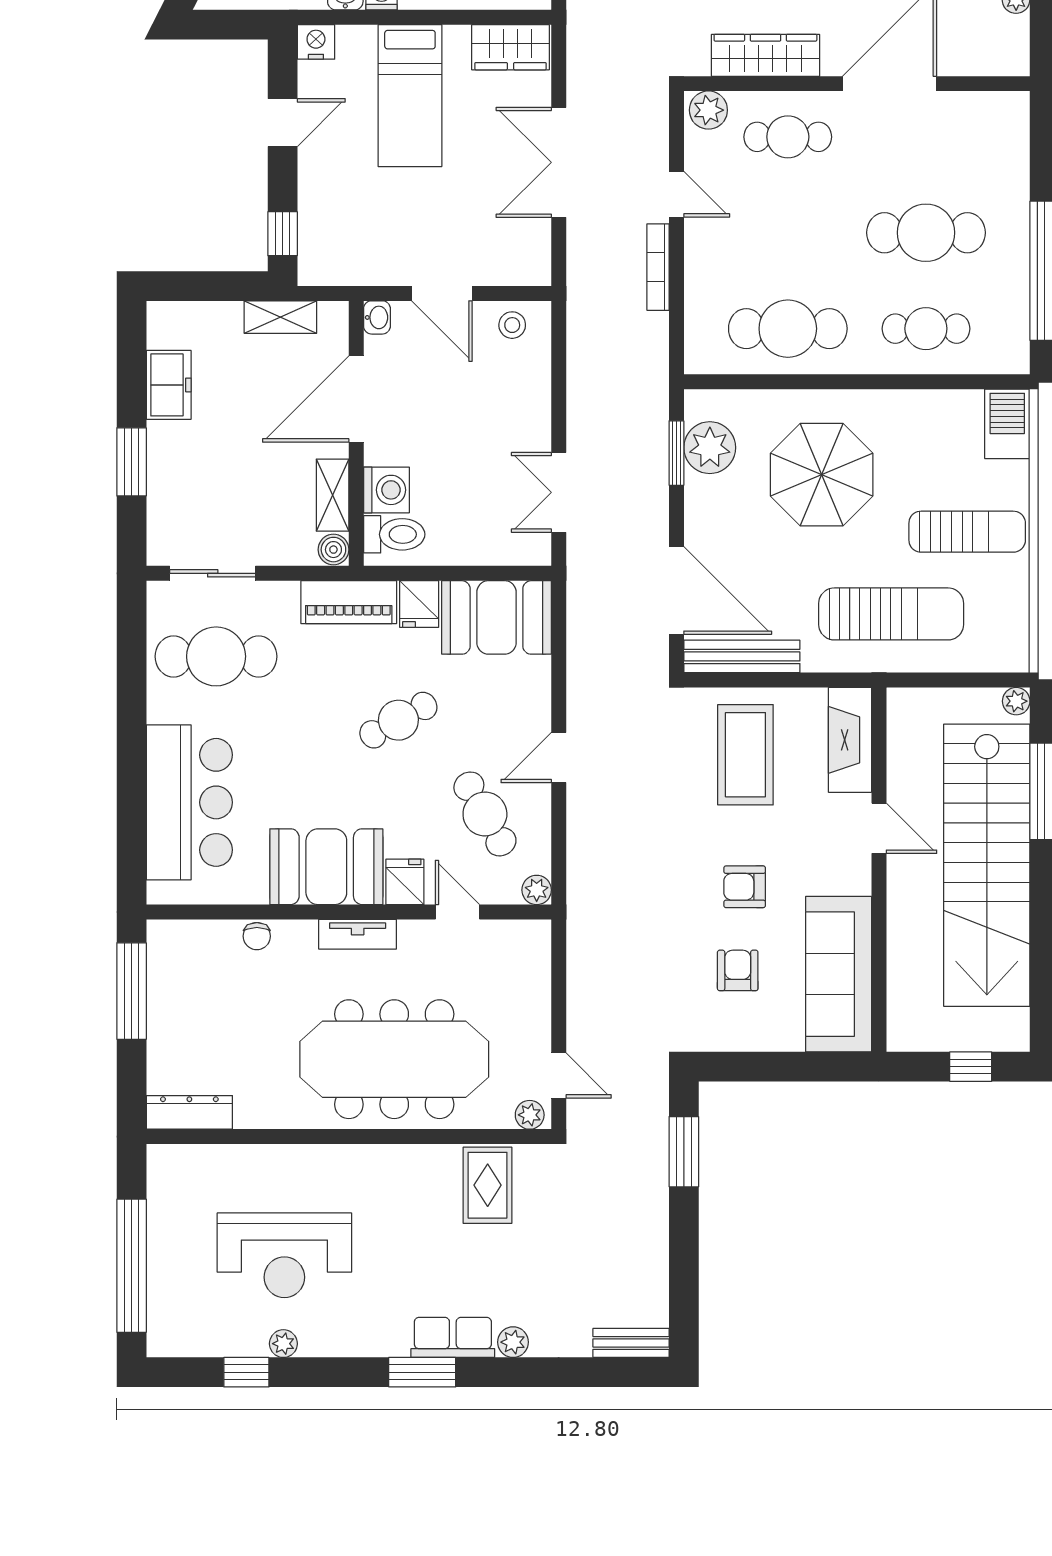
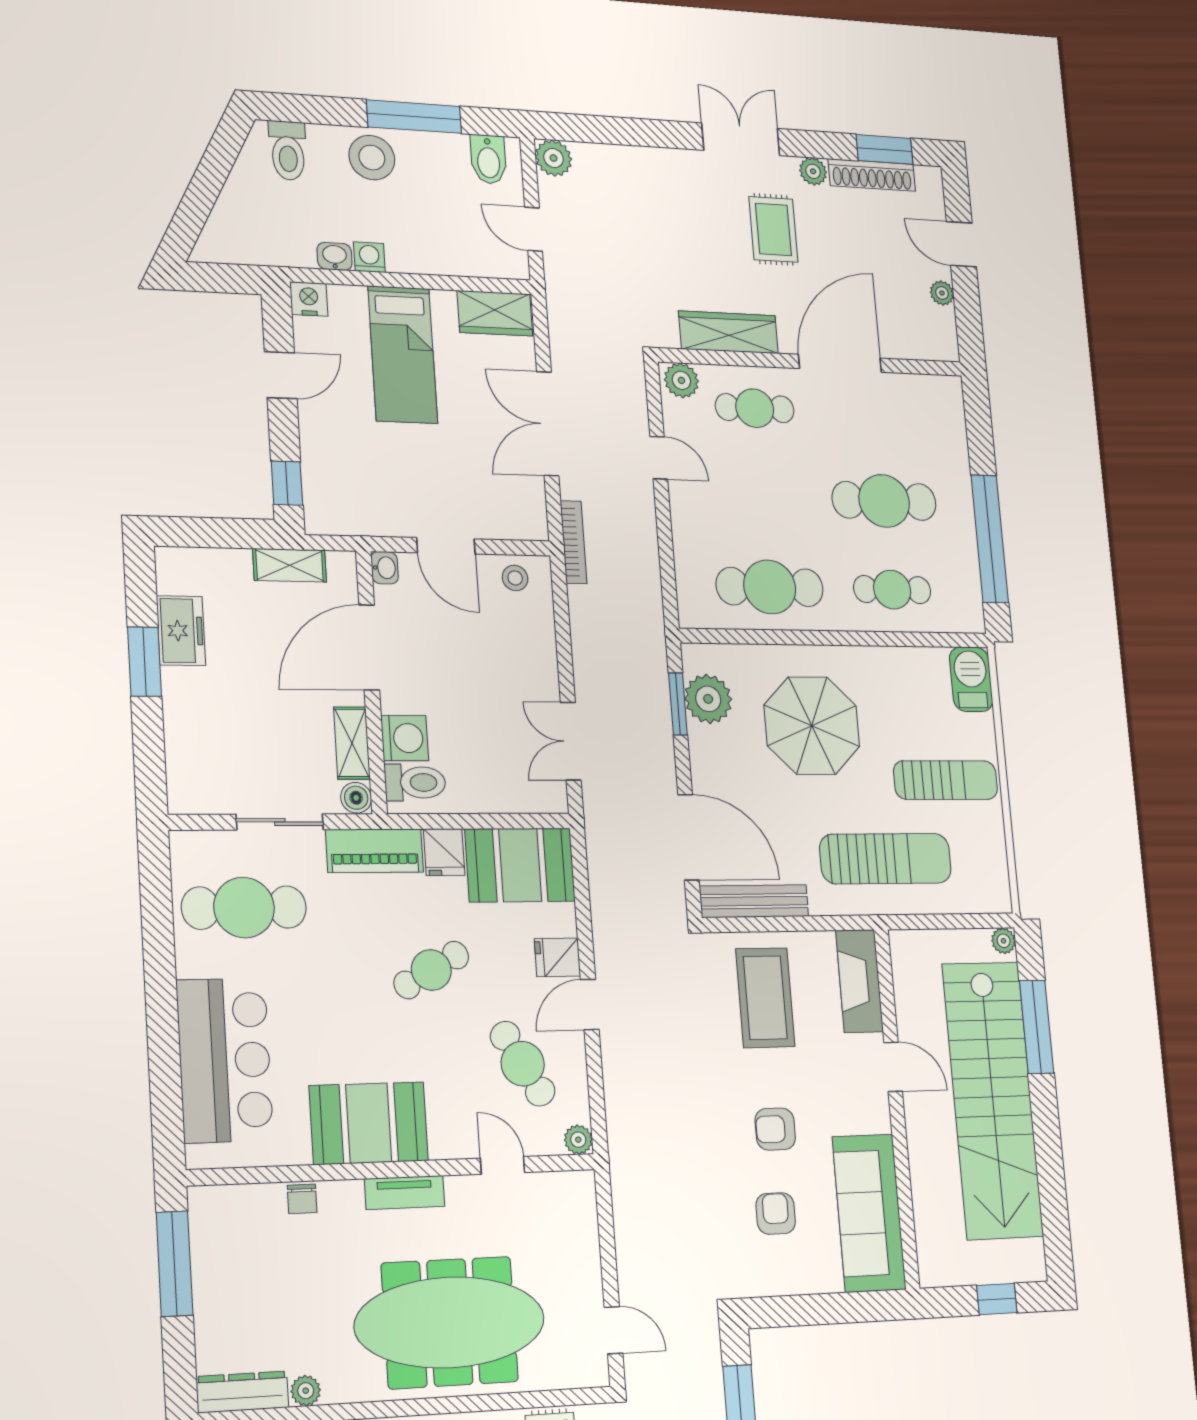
bookcase: (658, 267) -> (574, 542), moved, turned 180
window: (132, 462) -> (144, 662), moved
sliding door: (213, 573) -> (280, 822), moved
fridge: (405, 882) -> (558, 957), moved, turned -90
plant: (530, 1115) -> (306, 1391), moved

